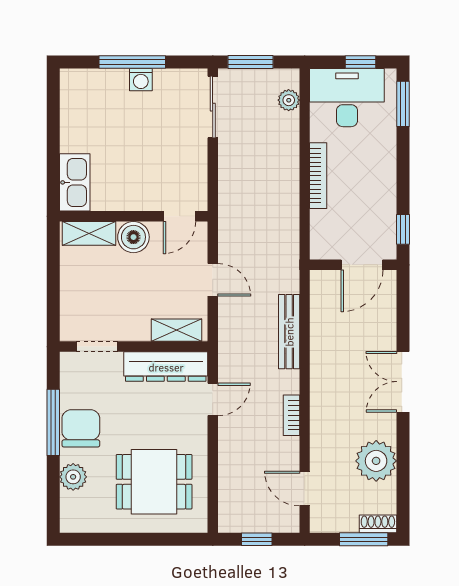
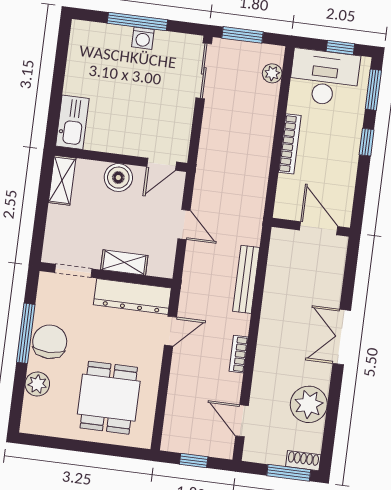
window: (403, 229) -> (367, 142), moved
shelving: (89, 233) -> (62, 180), moved, turned 90
door: (362, 265) -> (319, 228), swing flipped
shelving: (177, 330) -> (124, 262), moved
dining table: (154, 482) -> (109, 398), turned 90

